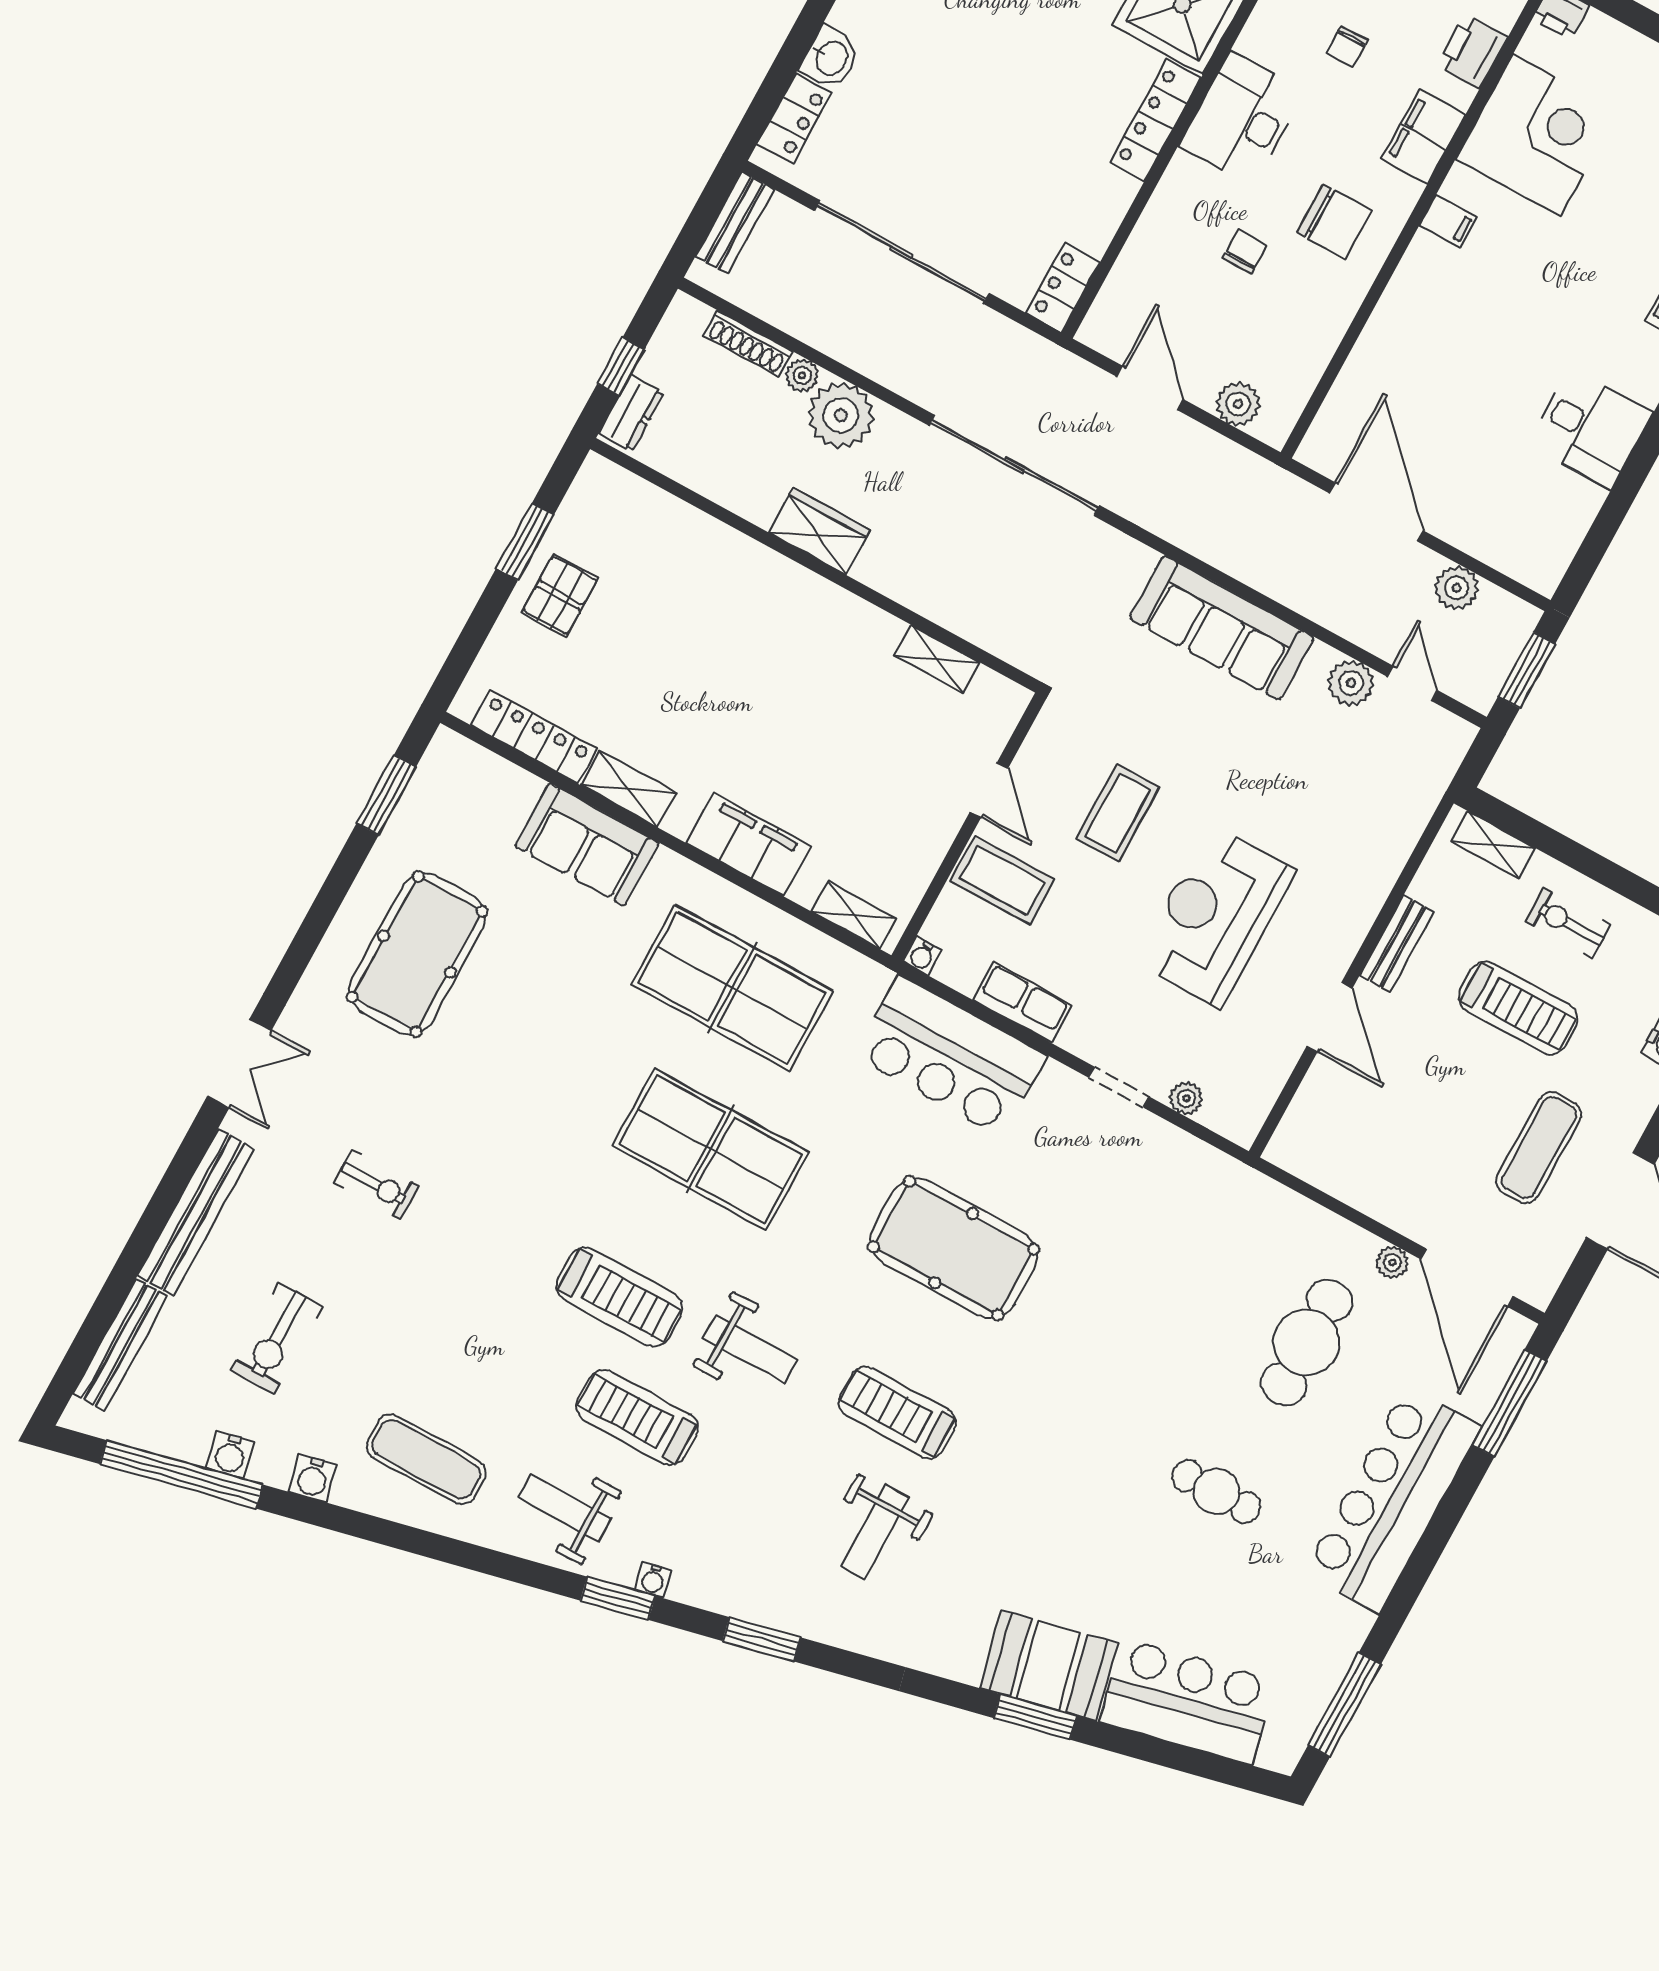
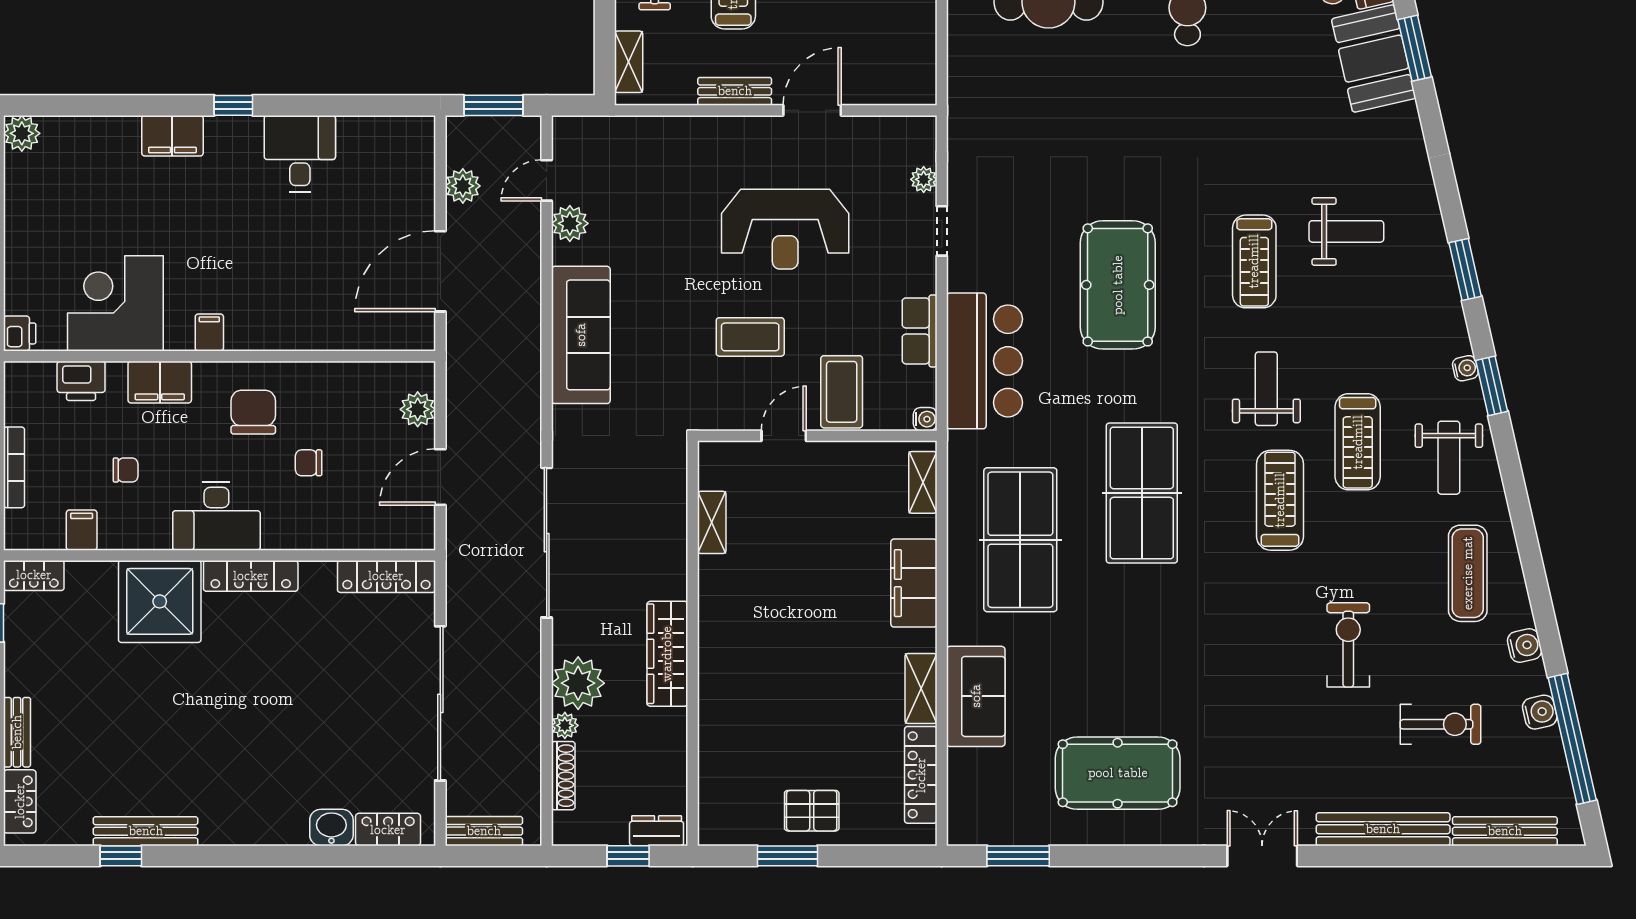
locker: (1063, 288) -> (386, 576), width x1.53
wardrobe: (819, 531) -> (667, 654), width x1.50
exercise bike: (377, 1185) -> (1348, 645), moved, width x1.38, depth x1.39

